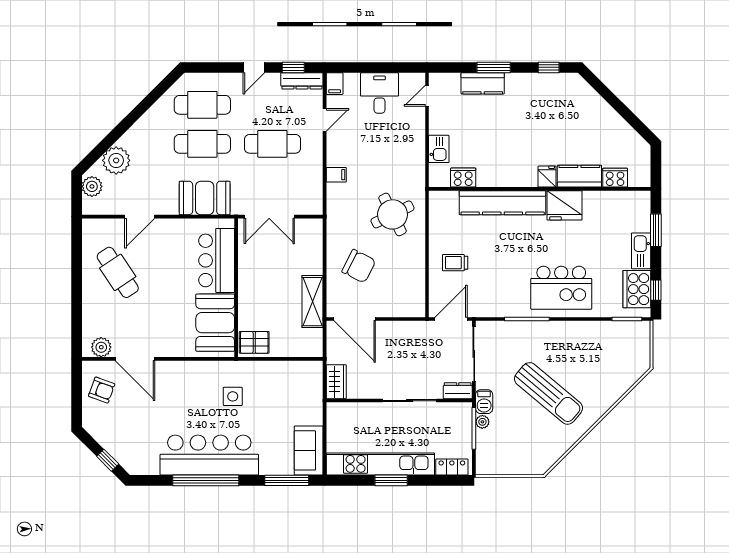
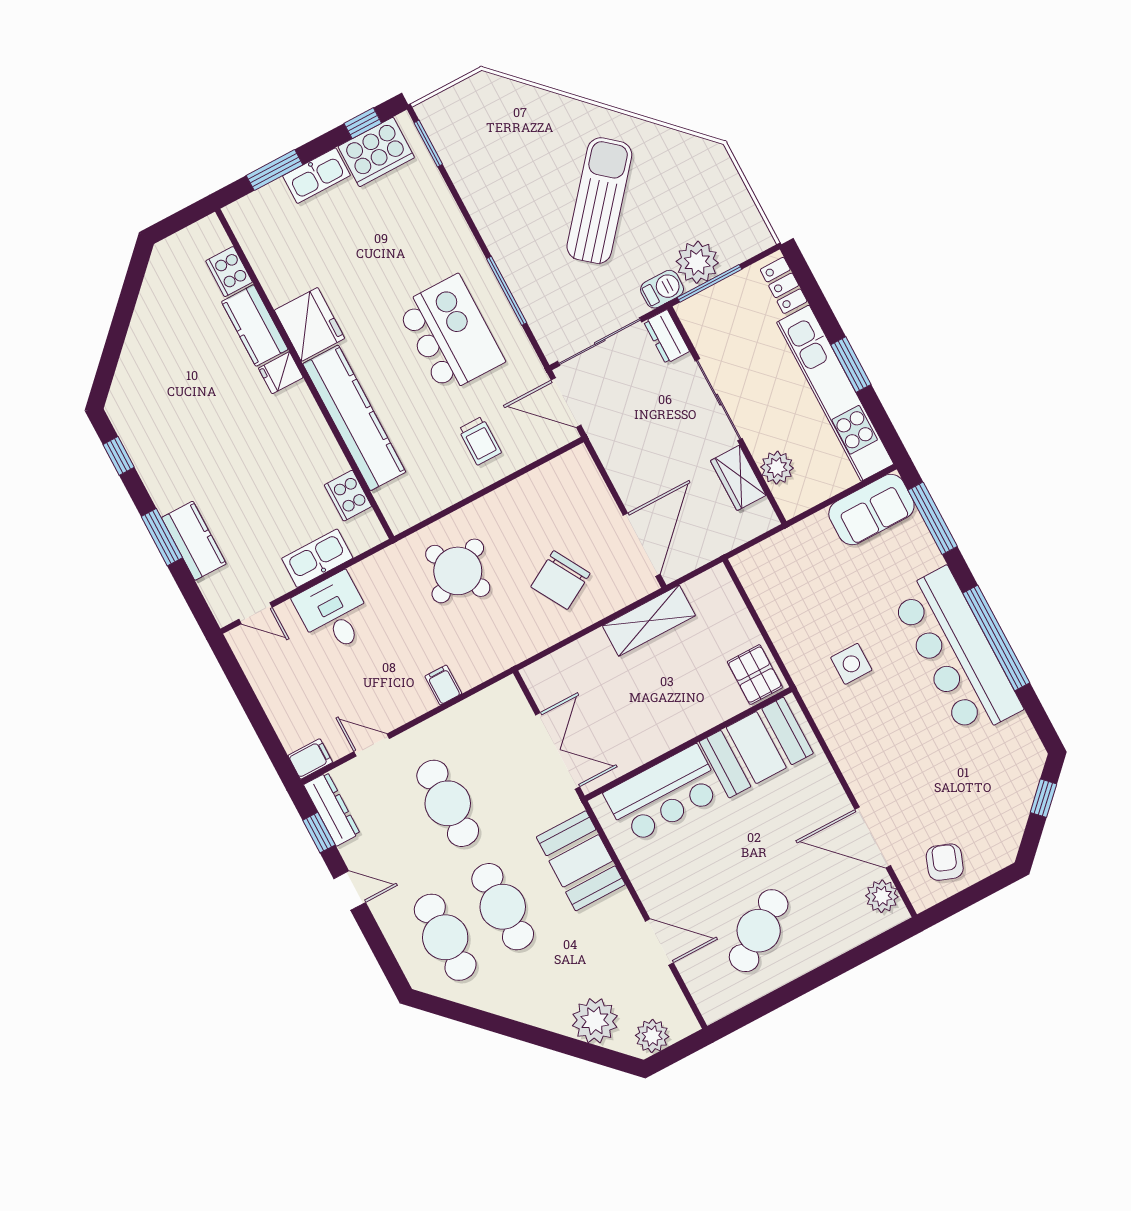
desk: (380, 93) -> (334, 613), moved, turned 90
kitchen sink: (439, 149) -> (317, 558), width x1.38
chair: (359, 266) -> (560, 580), turned -147
kitchen island: (561, 288) -> (451, 334), moved
door: (135, 359) -> (873, 837), swing flipped
wardrobe: (336, 382) -> (738, 478), moved, turned -90
plant: (357, 412) -> (777, 468), added
plant: (482, 422) -> (697, 262), width x1.88, depth x1.88

